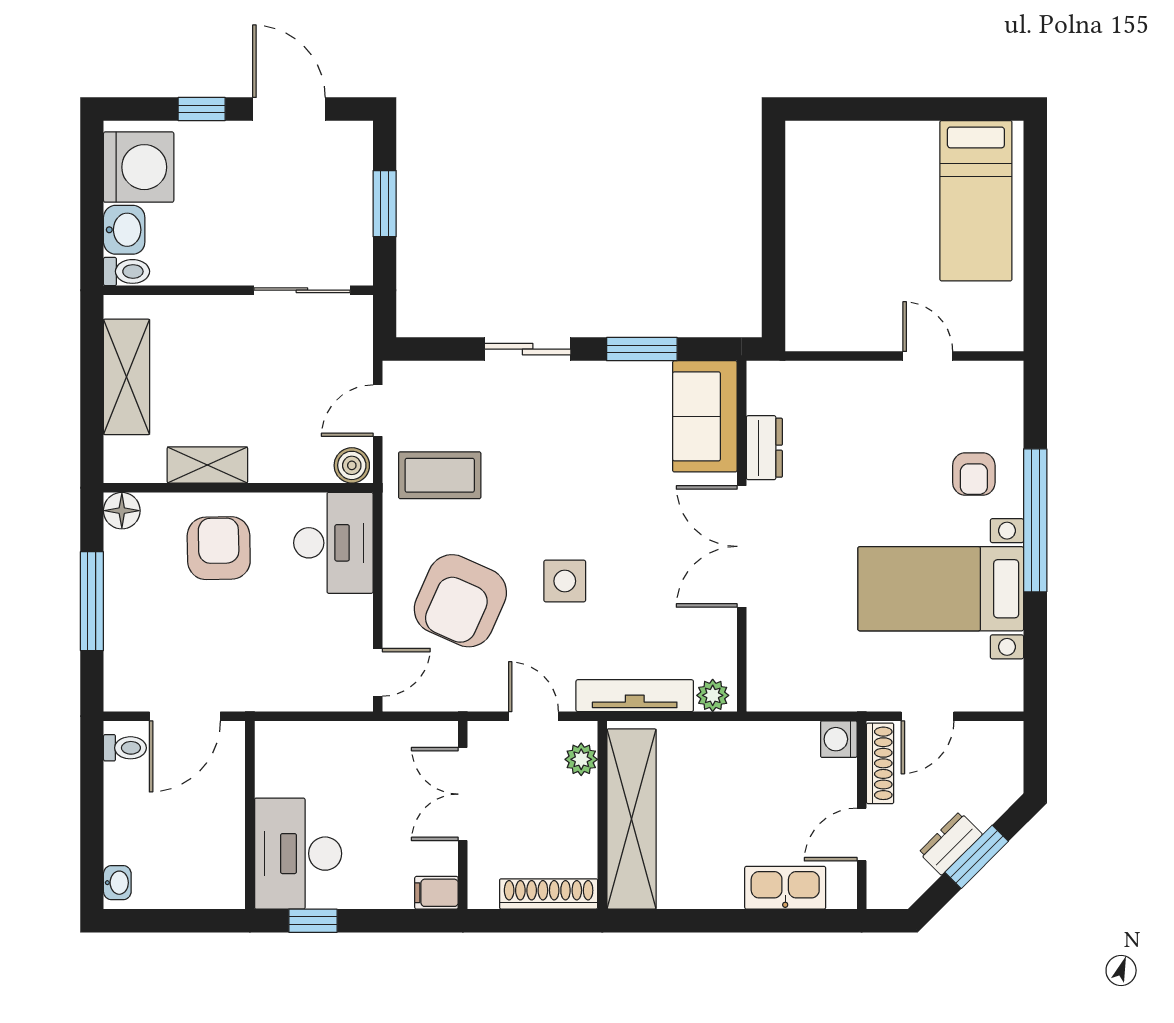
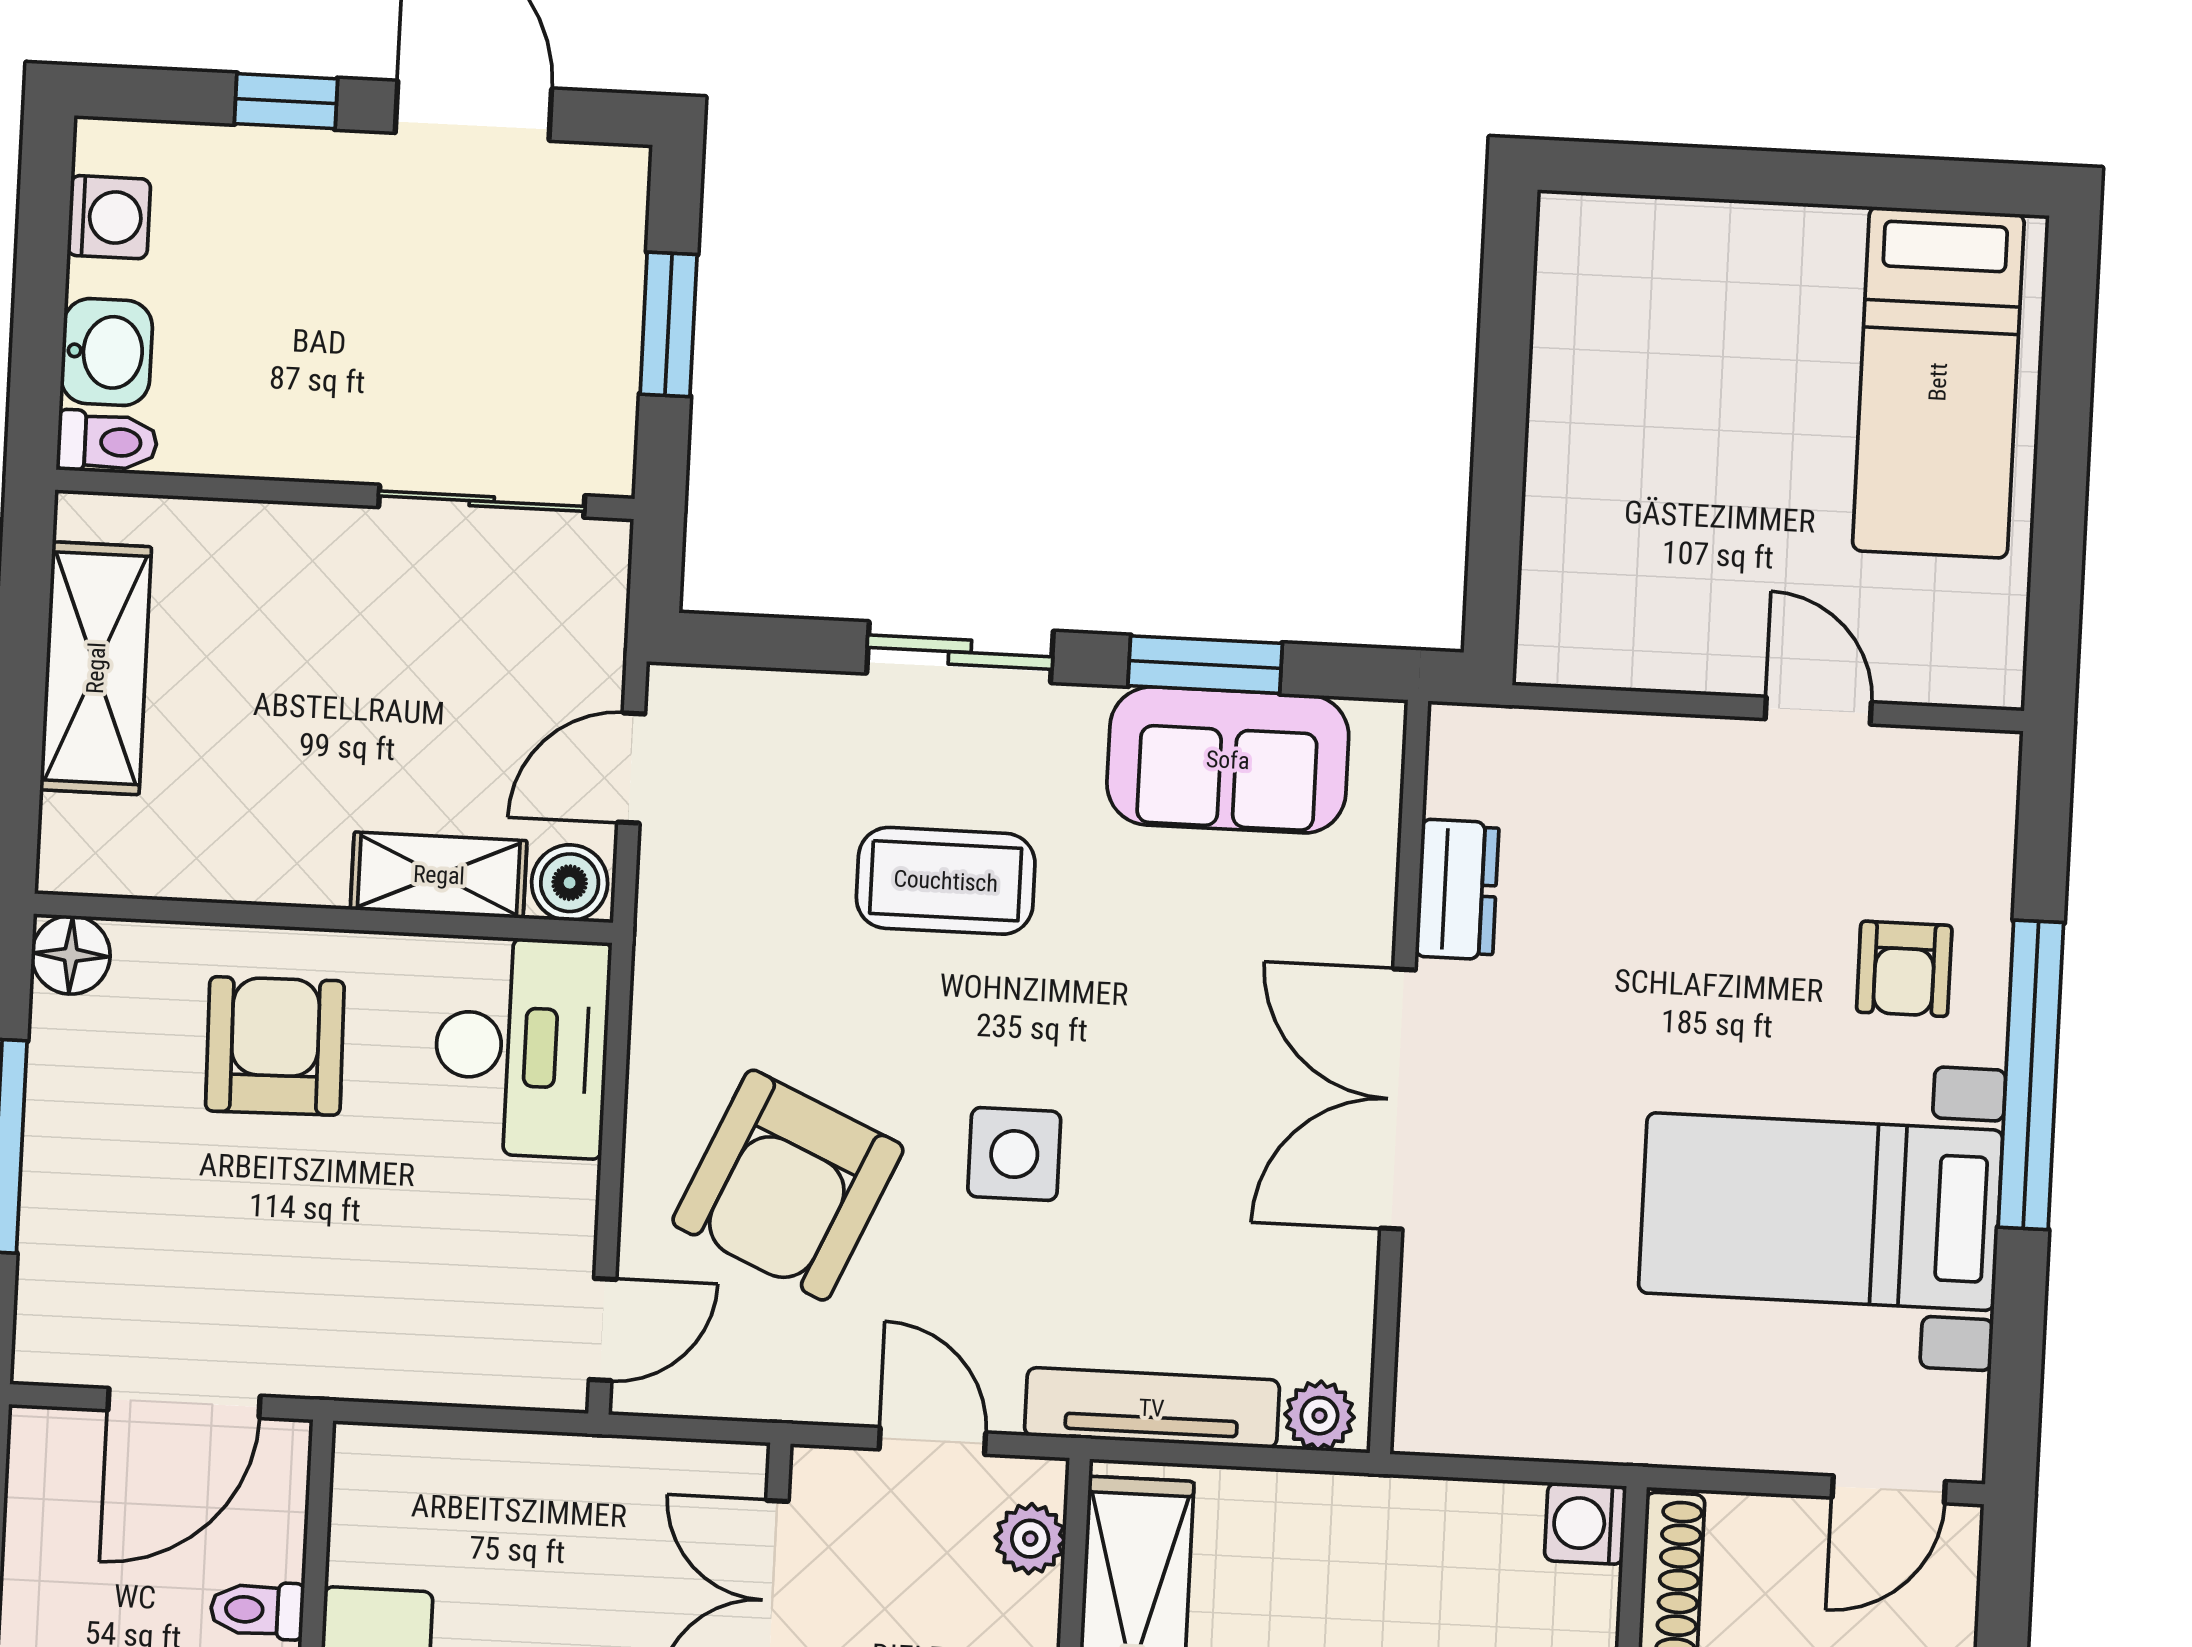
washing machine: (139, 167) -> (109, 217), width x0.53, depth x0.53
sofa: (705, 416) -> (1228, 760), moved, turned -90
shelving: (207, 465) -> (439, 875), moved
coffee table: (440, 475) -> (946, 881), moved
door: (928, 716) -> (1889, 1489), moved
toilet: (125, 748) -> (257, 1610), moved, turned 180

